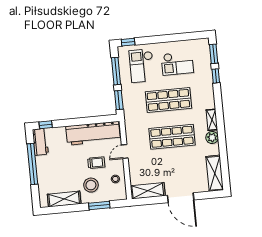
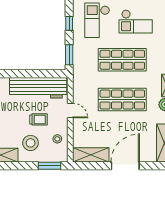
window: (116, 71) -> (69, 23), width x0.46
door: (125, 152) -> (70, 111), swing flipped
door: (181, 198) -> (125, 166), swing flipped
window: (99, 205) -> (49, 166), moved

